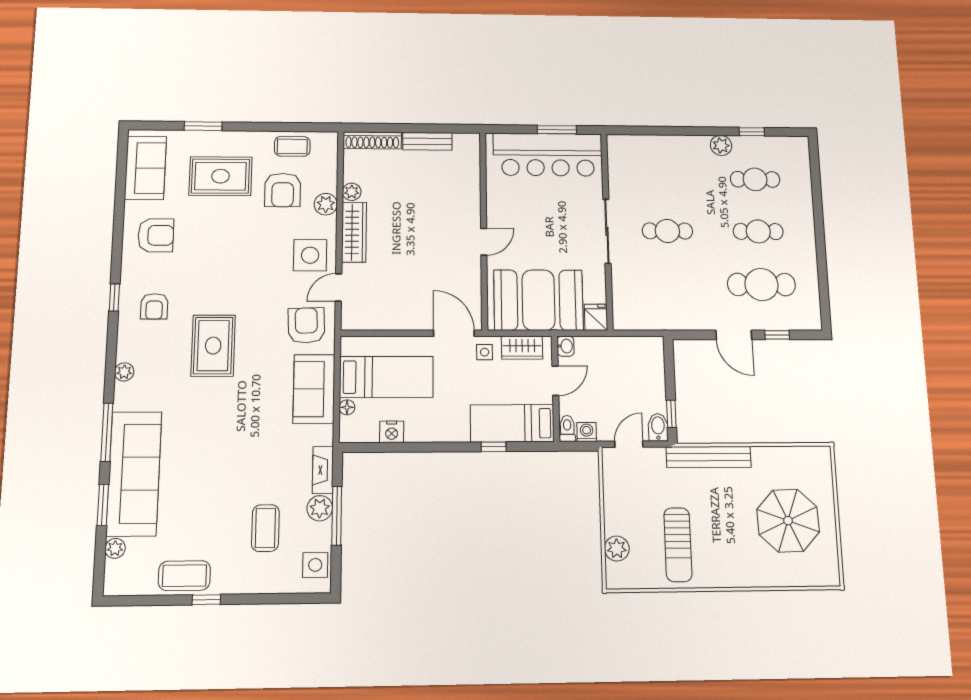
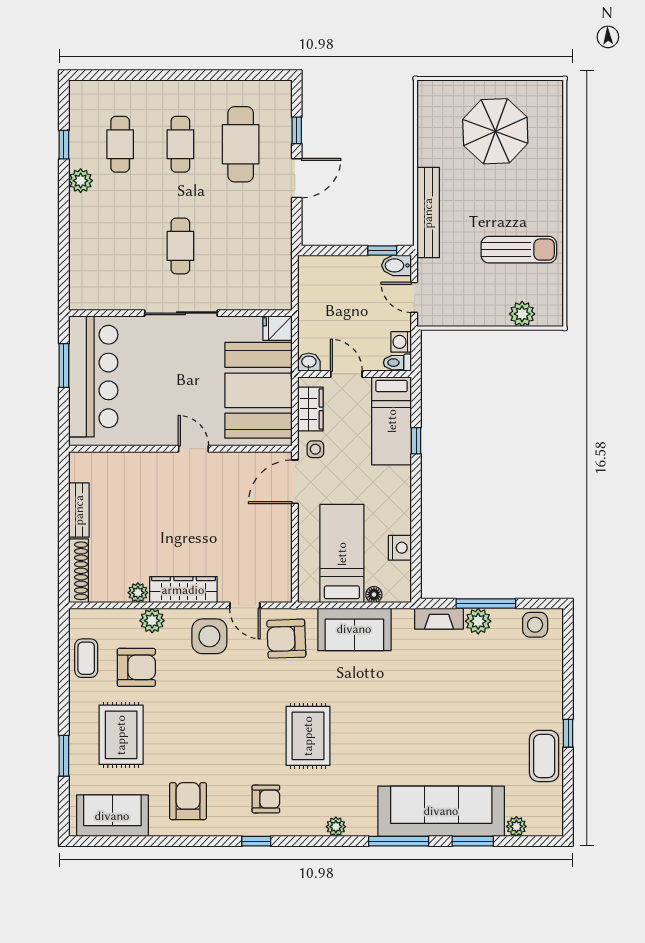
rug: (213, 346) -> (308, 736), turned 90
coffee table: (265, 528) -> (498, 676), removed

